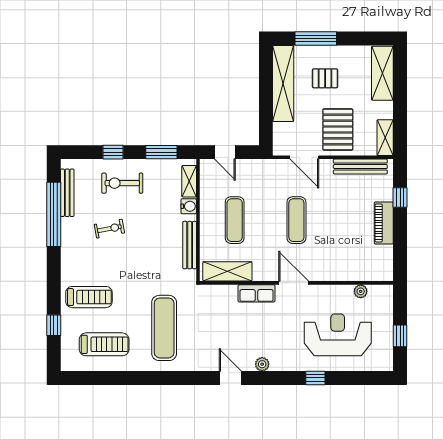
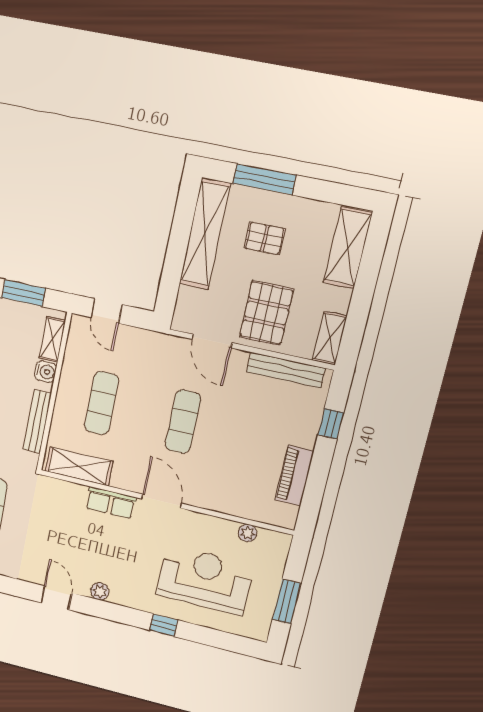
piano: (384, 223) -> (294, 476), moved
window: (400, 336) -> (287, 602), width x1.50

